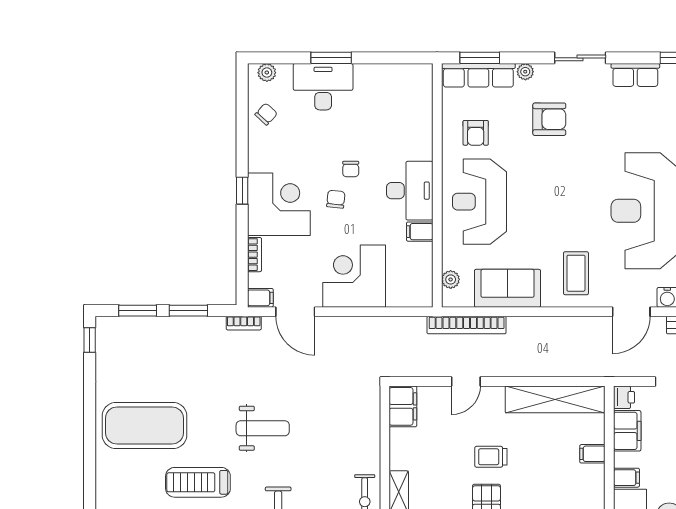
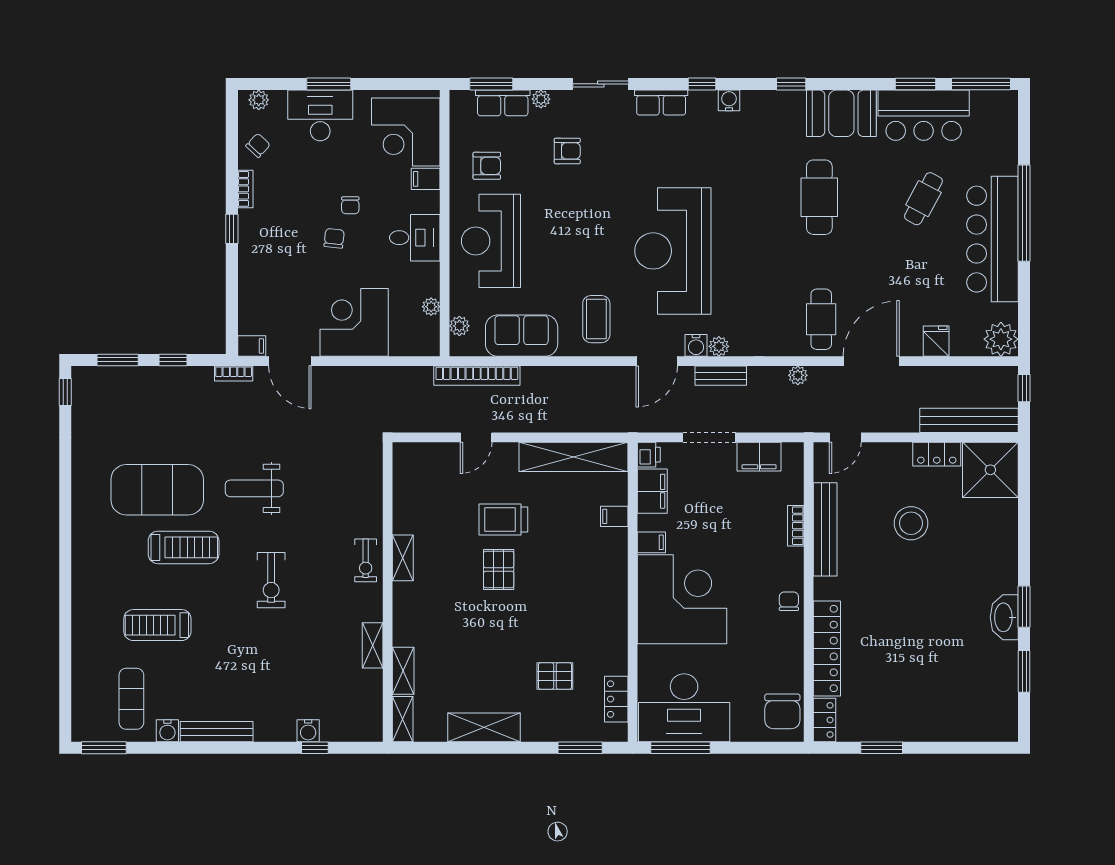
row of seats: (478, 75) -> (503, 103), width x0.68
armchair: (549, 119) -> (567, 151), width x0.72, depth x0.72
armchair: (476, 133) -> (487, 166), turned -90
desk: (410, 191) -> (415, 238), width x0.73
corner desk: (279, 204) -> (406, 132), moved, turned 180
filing cabinet: (420, 232) -> (426, 179), moved
bookcase: (254, 255) -> (245, 189), moved
plant: (425, 262) -> (431, 307), added
window: (188, 311) -> (173, 360), width x0.67
filing cabinet: (403, 406) -> (407, 465), removed
exercise mat: (144, 425) -> (157, 490), moved
weight bench: (263, 428) -> (254, 488), turned 180
trolley: (491, 457) -> (503, 520), width x1.36, depth x1.39
treadmill: (198, 482) -> (184, 547), turned 180

